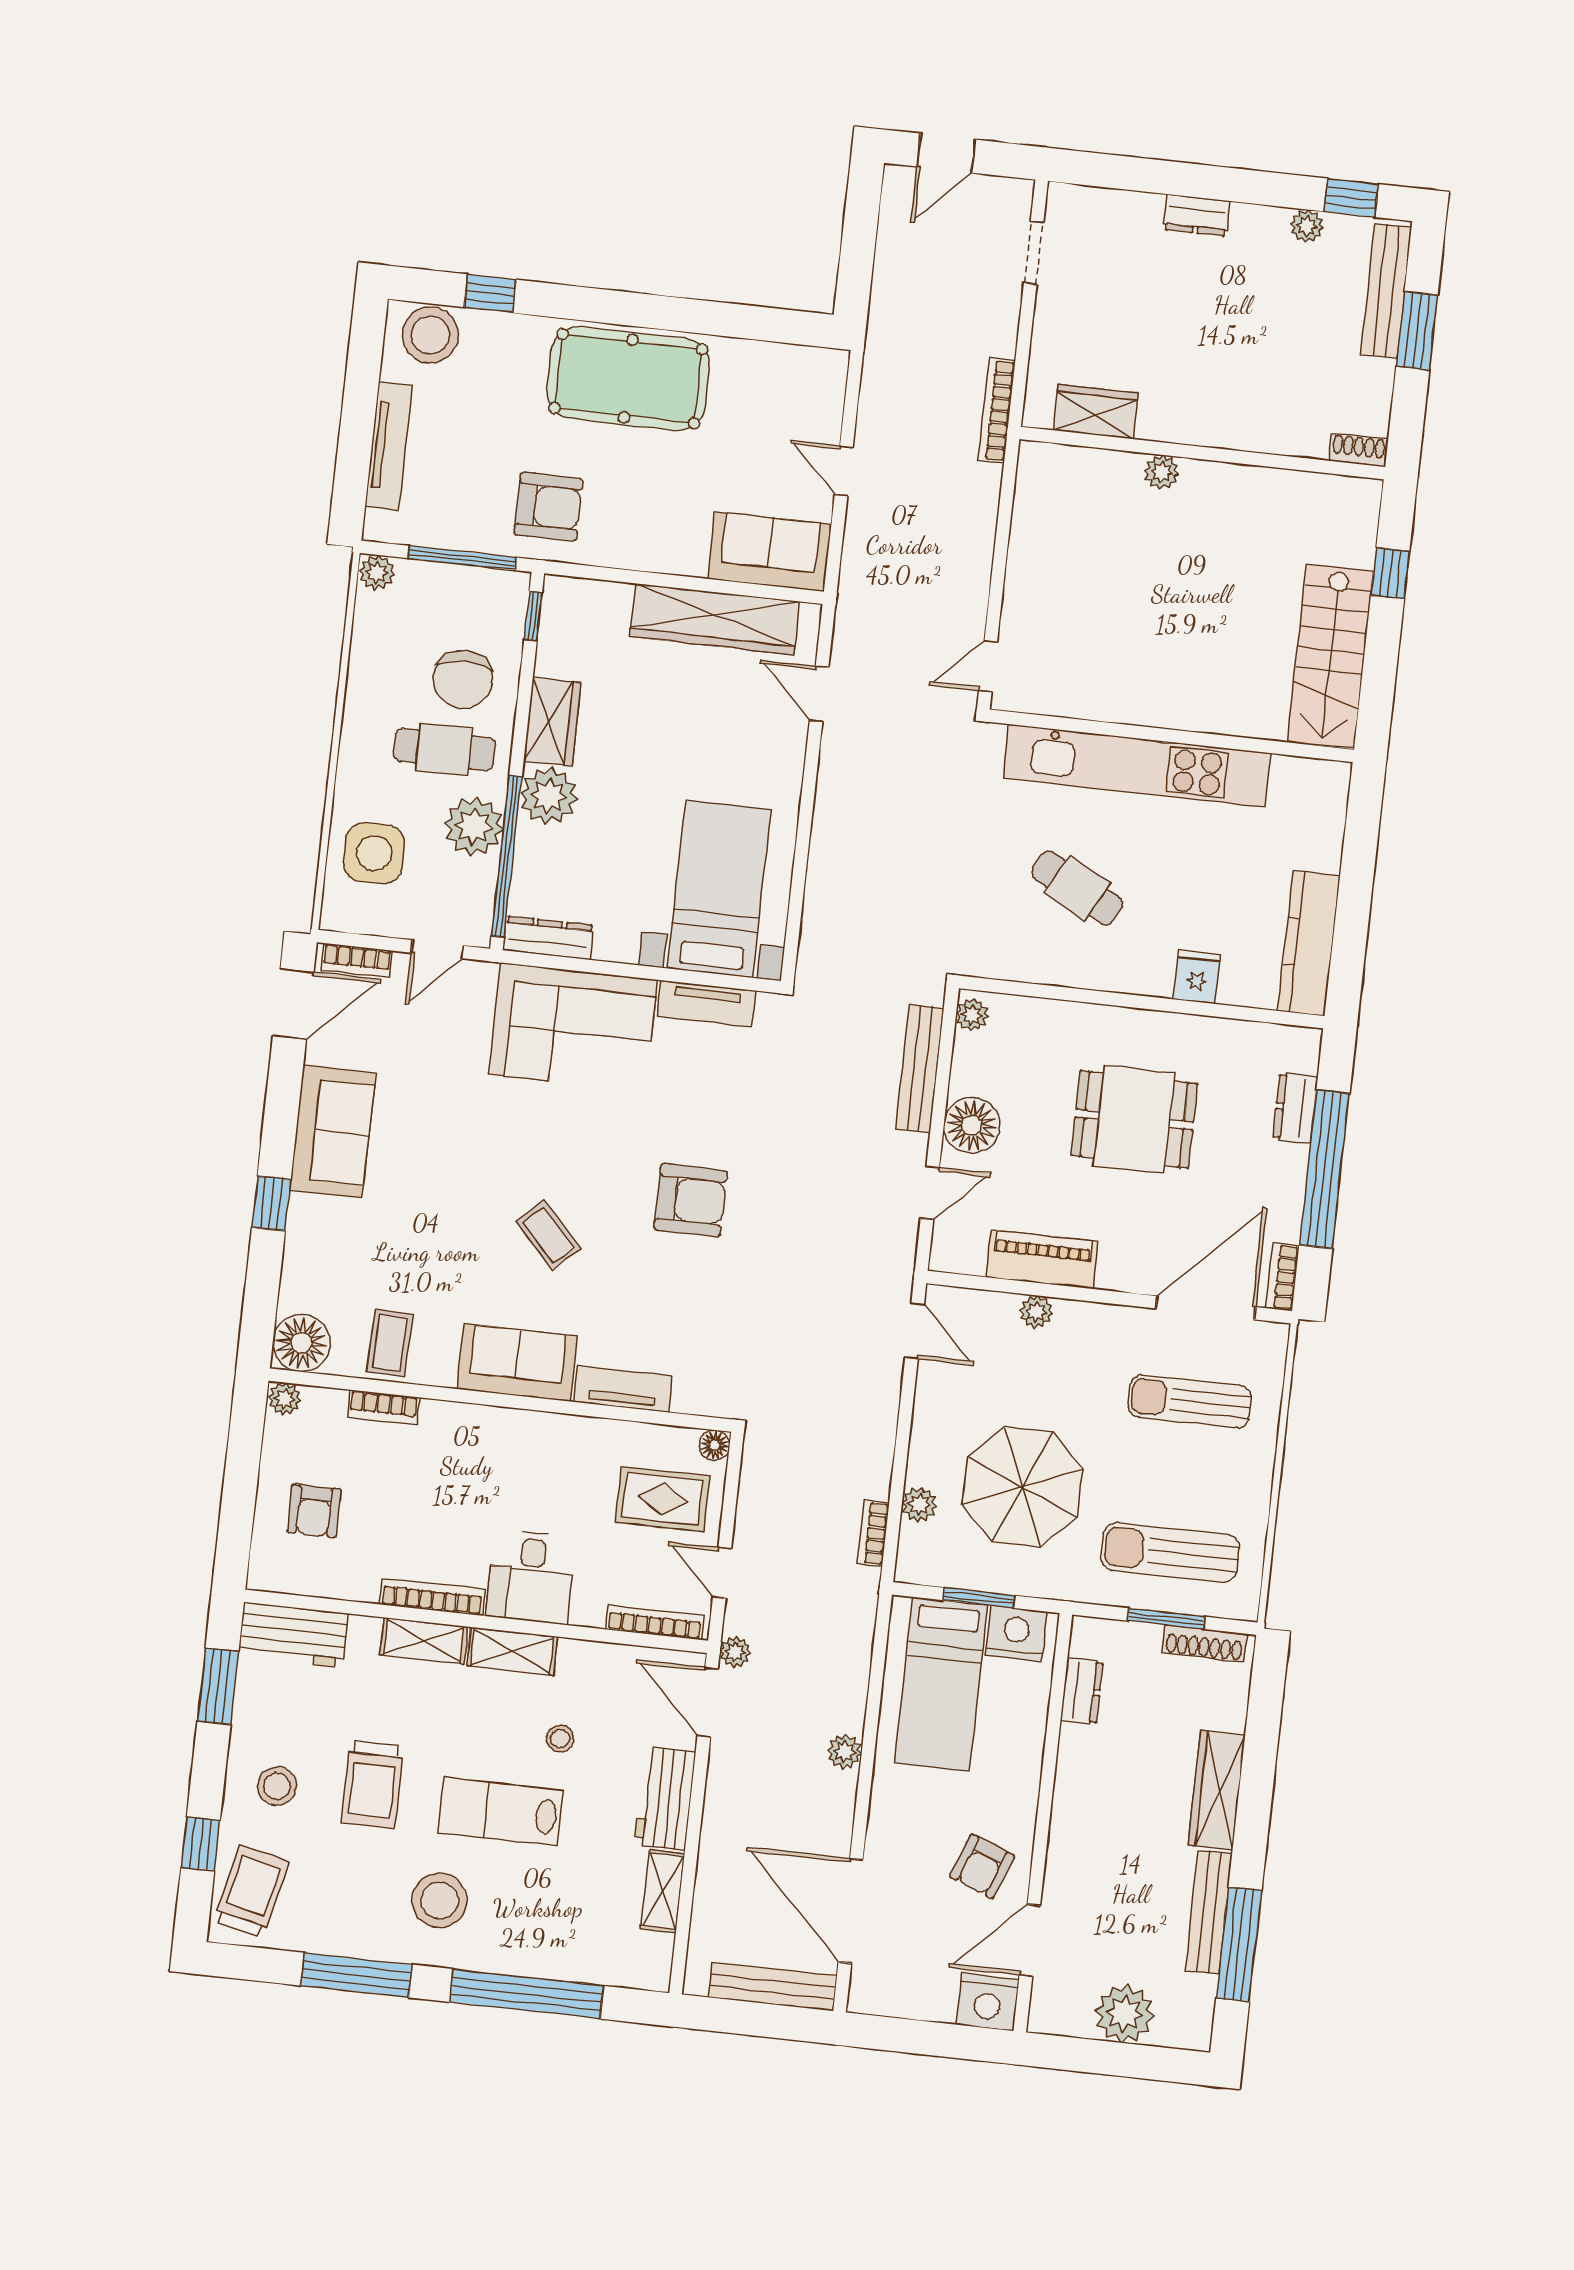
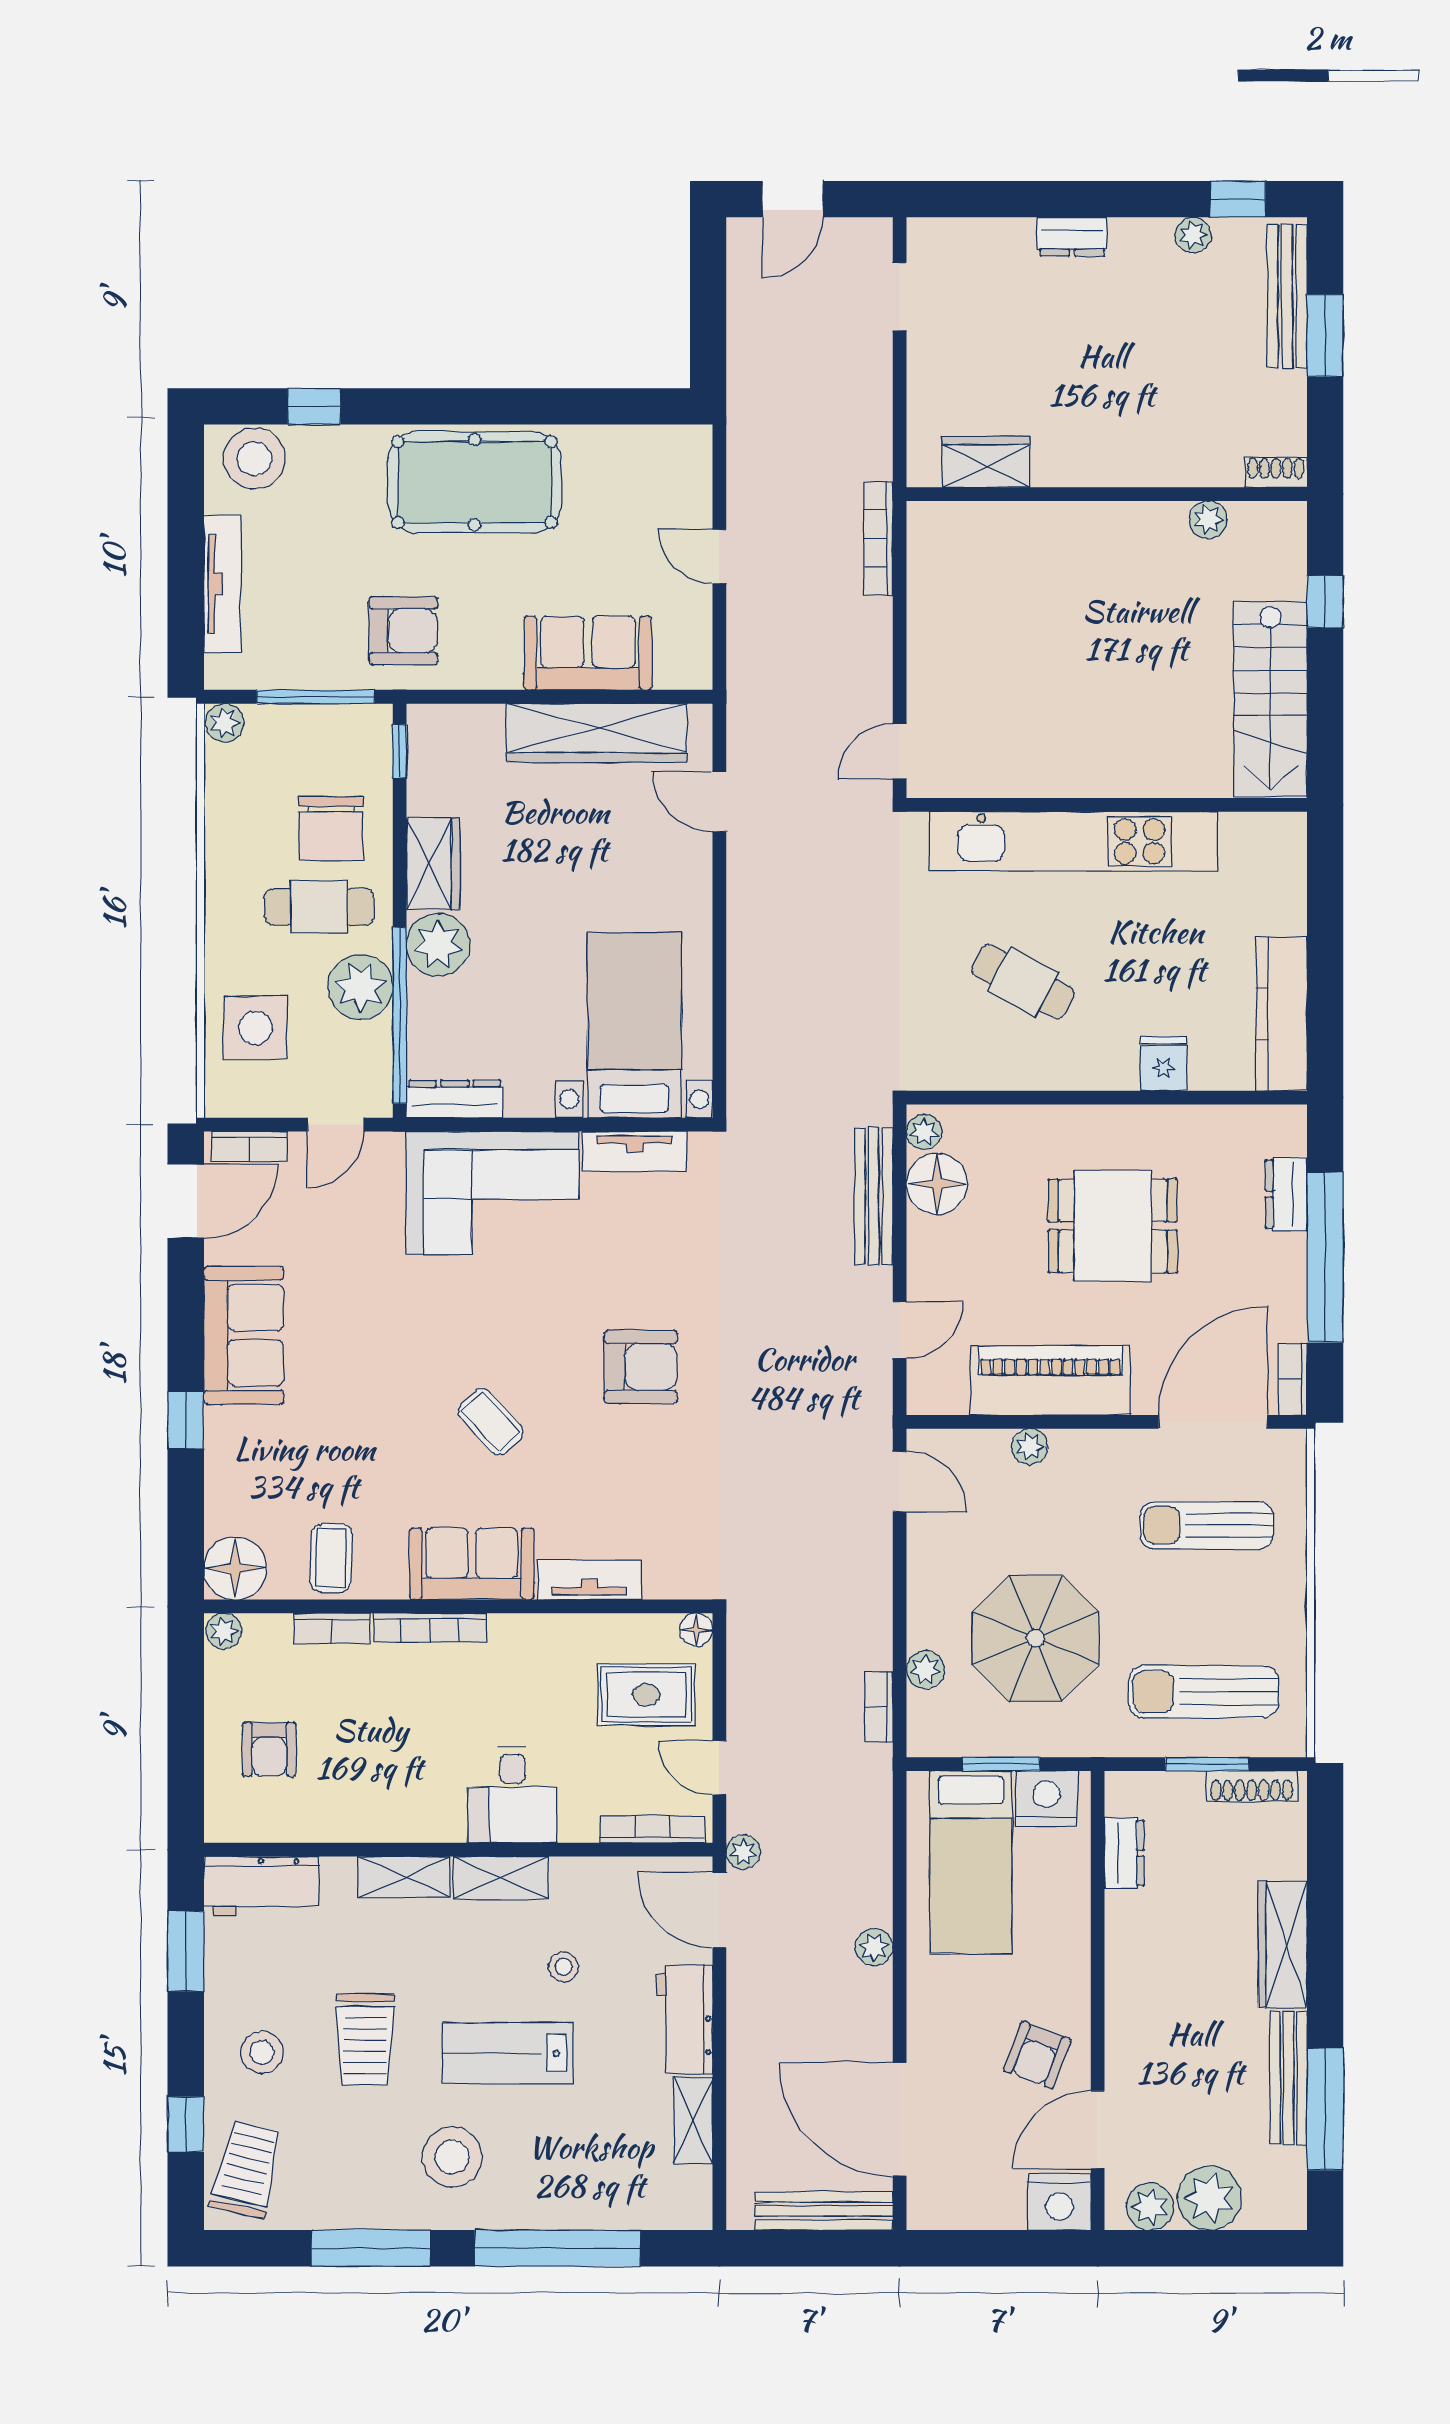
bookcase: (997, 410) -> (878, 539), moved
plant: (1162, 472) -> (1208, 520), moved
sofa: (770, 552) -> (588, 653), moved
floor lamp: (972, 1125) -> (937, 1184), moved
piano: (1042, 1259) -> (1051, 1380), width x1.37, depth x1.33
bookcase: (432, 1597) -> (430, 1628), moved, turned 180
plant: (1070, 2015) -> (1150, 2207), added

